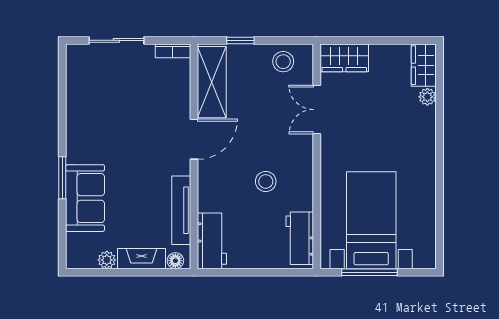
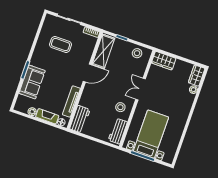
coffee table: (117, 99) -> (61, 45), added
double door: (317, 110) -> (141, 89), moved
stool: (266, 182) -> (120, 107), moved

